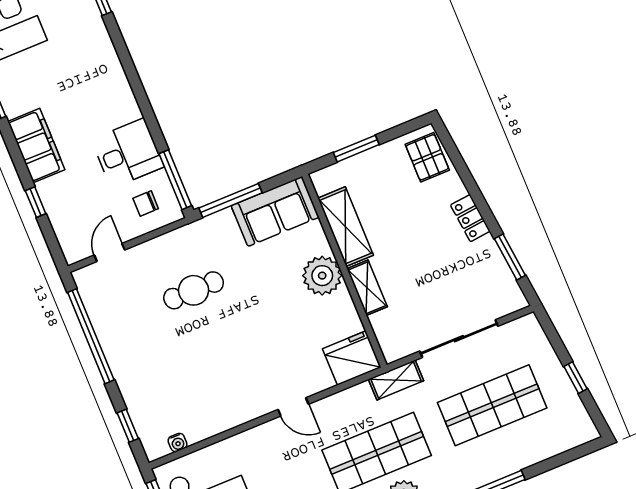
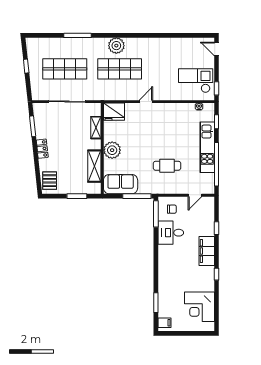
shelving: (367, 288) -> (96, 128), moved
kitchen unit: (125, 364) -> (207, 147), added
shelving: (396, 380) -> (100, 95), removed
door: (293, 407) -> (146, 102), hinge flipped

